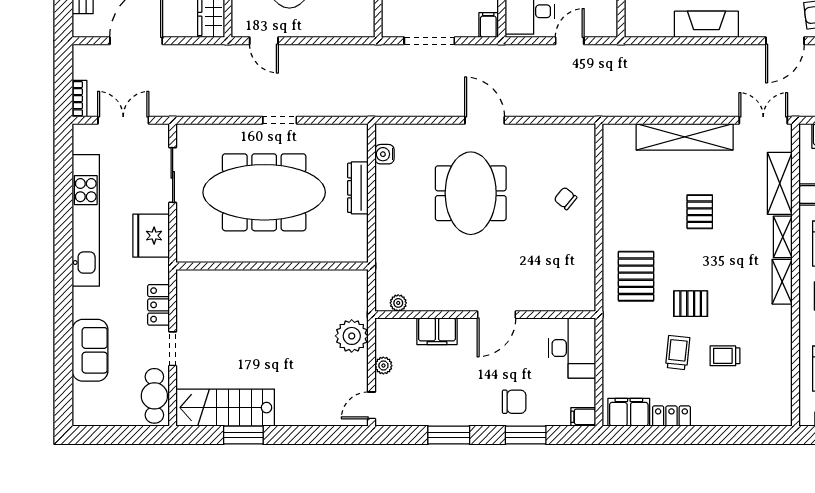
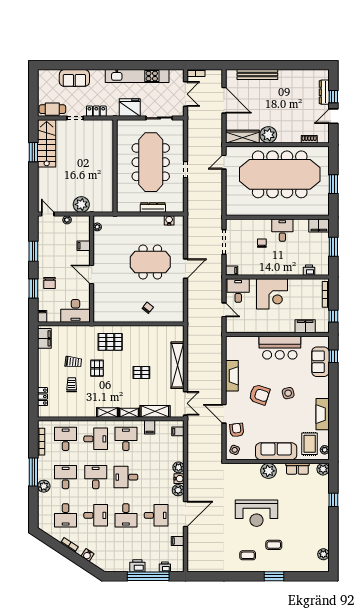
filing cabinet: (437, 331) -> (84, 246), width x0.50
locker: (671, 416) -> (43, 397), moved

